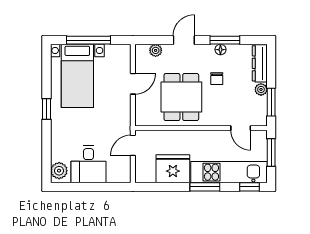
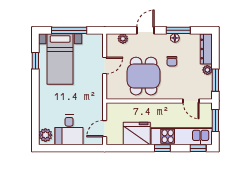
window: (47, 109) -> (35, 61), moved
door: (133, 145) -> (105, 129), moved
window: (205, 187) -> (162, 148), width x0.67

